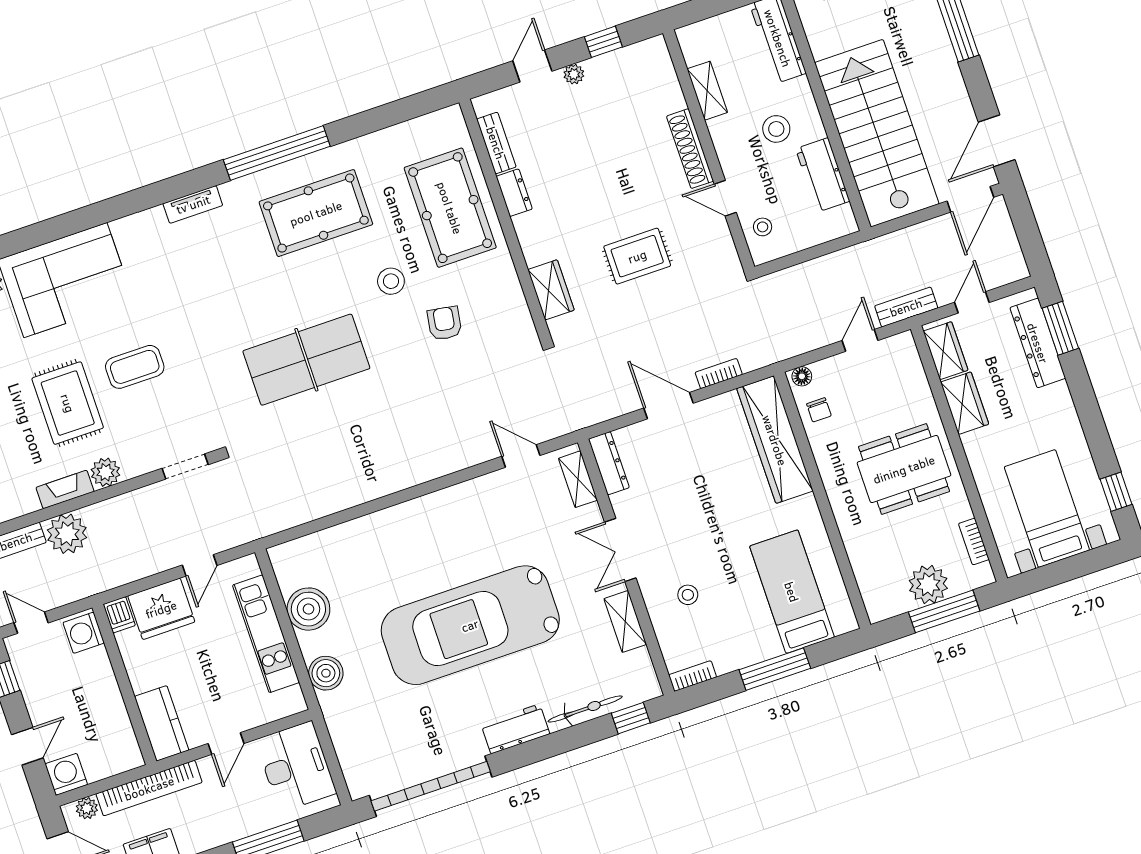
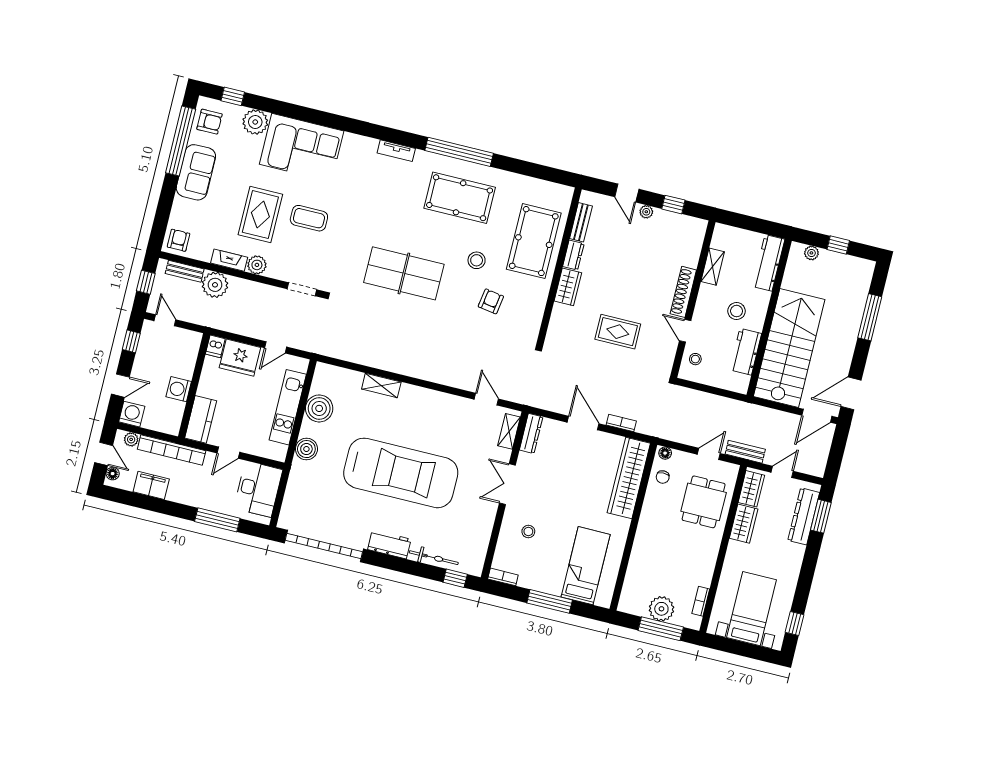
door: (532, 66) -> (627, 193), swing flipped
wardrobe: (551, 290) -> (568, 287), moved
dining table: (904, 469) -> (704, 502), moved, width x0.73
shelving: (625, 621) -> (381, 385), moved, turned 90
car: (470, 625) -> (401, 473), turned 180
washing machine: (84, 633) -> (179, 389), moved

